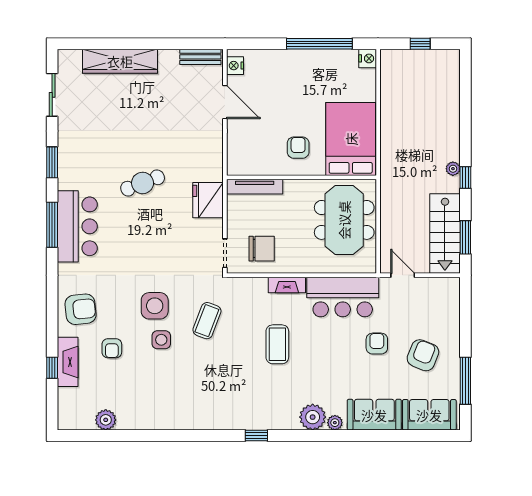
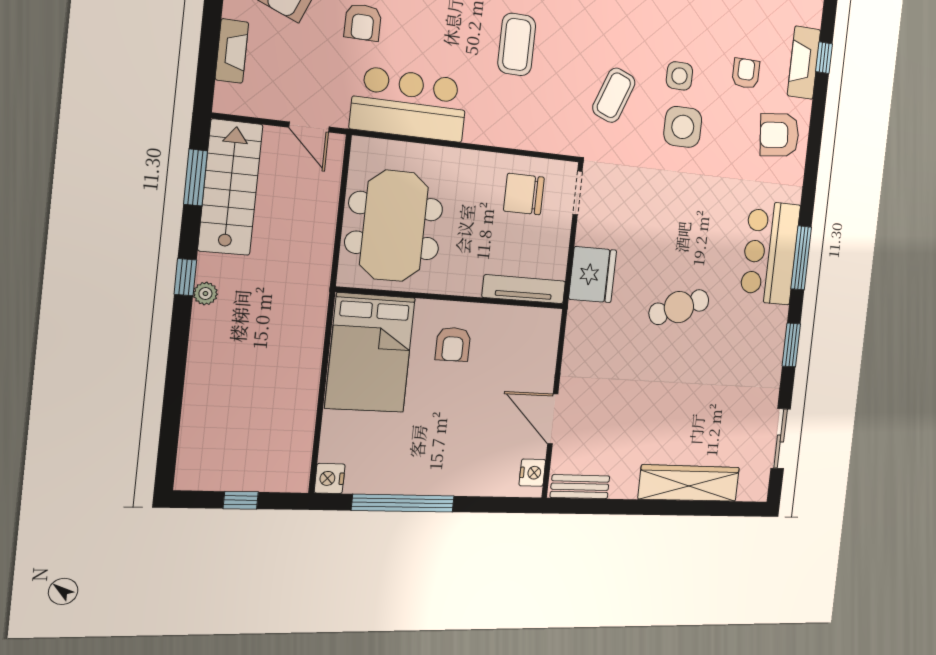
fireplace: (287, 285) -> (232, 51), moved, turned 90

